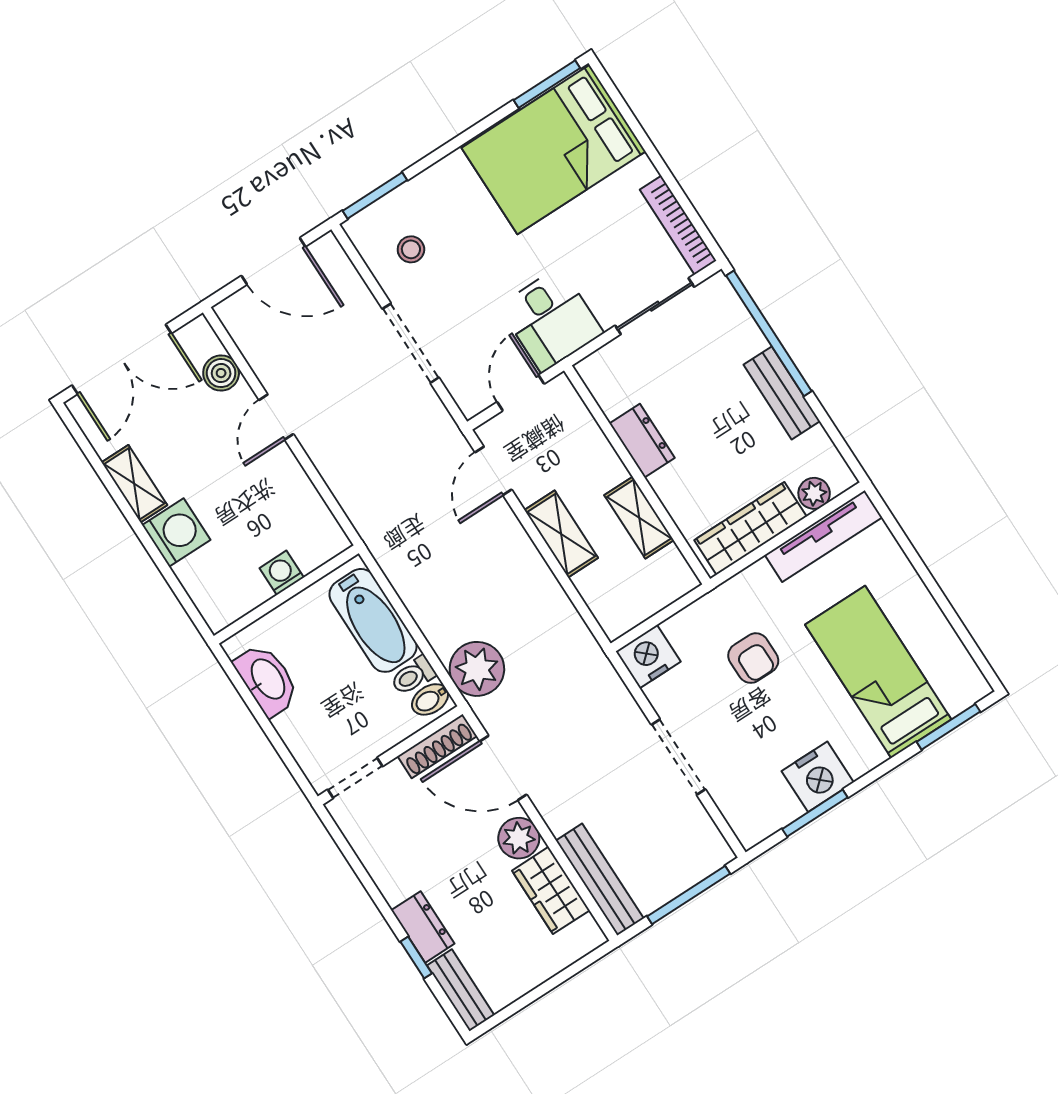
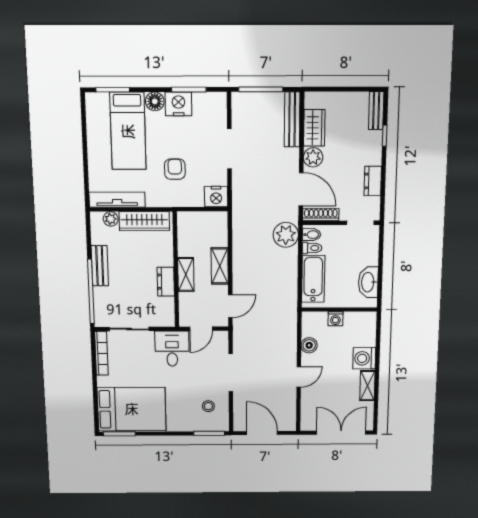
boiler: (221, 373) -> (309, 345), moved
shelving: (639, 518) -> (186, 274), moved
floor lamp: (862, 754) -> (155, 101), added
dresser: (423, 927) -> (373, 181), moved

